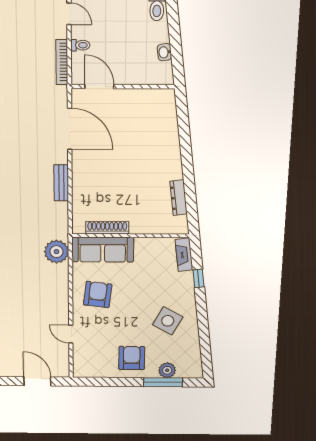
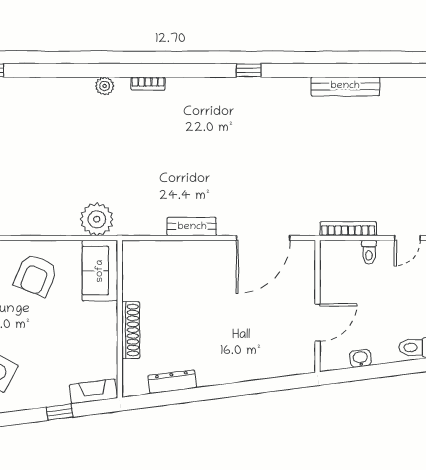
door: (99, 87) -> (317, 323), moved
shoe rack: (107, 228) -> (131, 330), moved
sofa: (103, 250) -> (100, 271), width x0.73
armchair: (98, 294) -> (36, 275), turned 105

